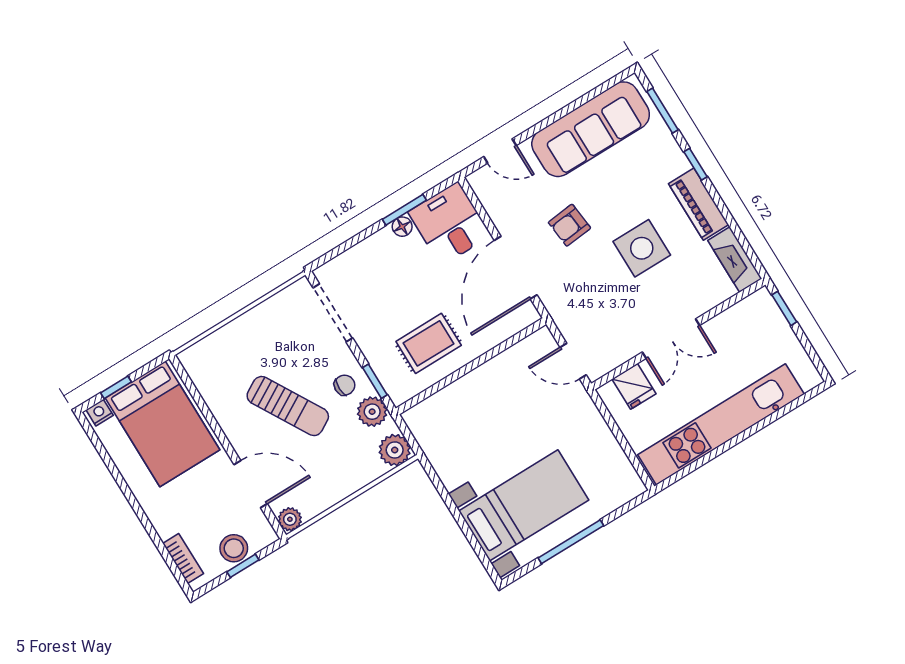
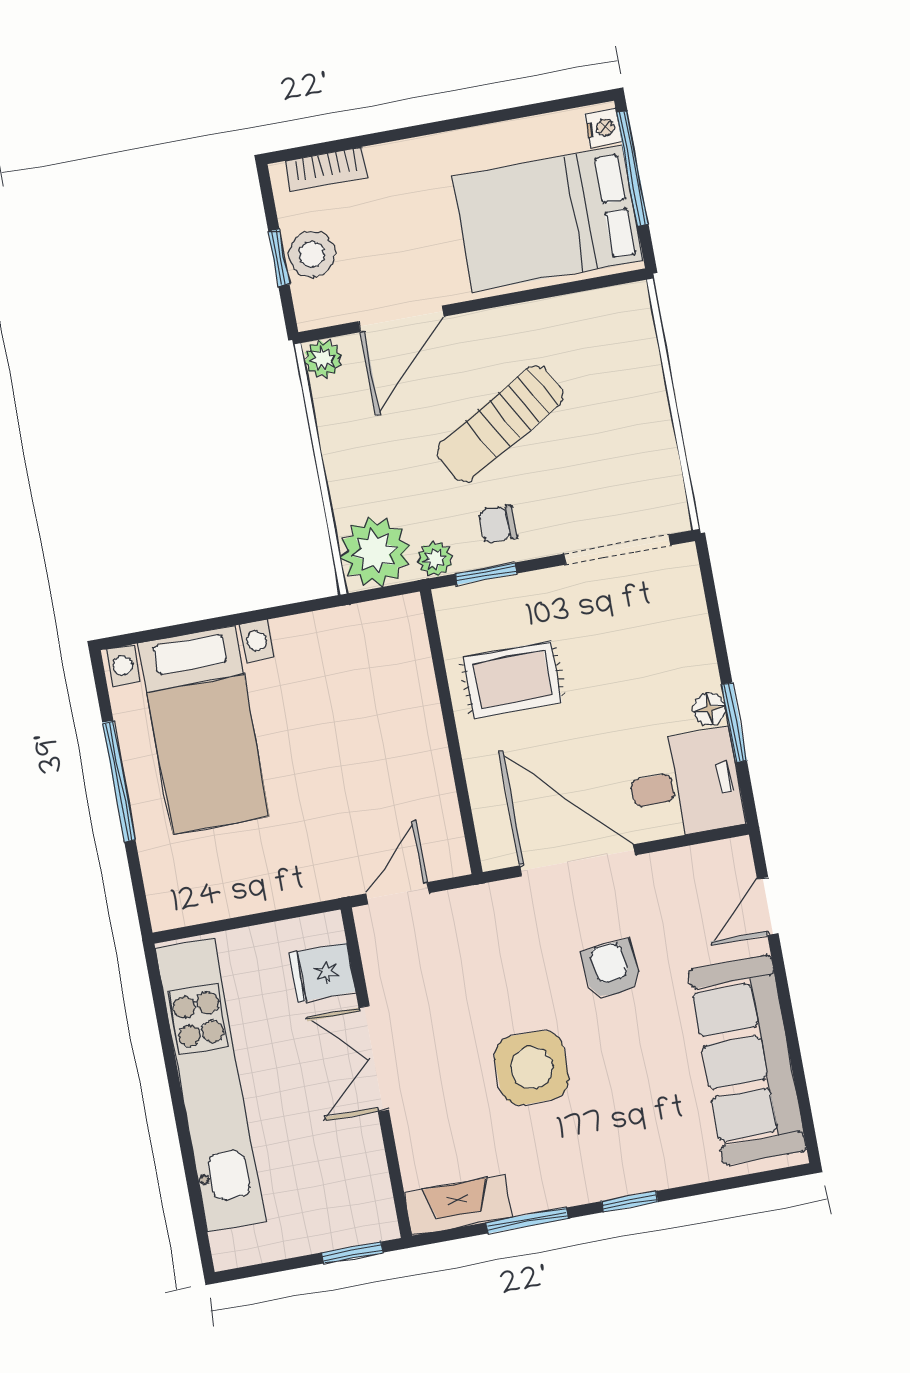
window: (662, 111) -> (527, 1221), moved
piano: (699, 204) -> (566, 1183), removed
rug: (429, 343) -> (512, 680), turned 90
chair: (345, 385) -> (498, 524), turned 90
window: (116, 387) -> (632, 168), width x2.17
plant: (372, 412) -> (435, 559), width x0.73, depth x0.73
plant: (395, 450) -> (375, 552), width x1.36, depth x1.36

